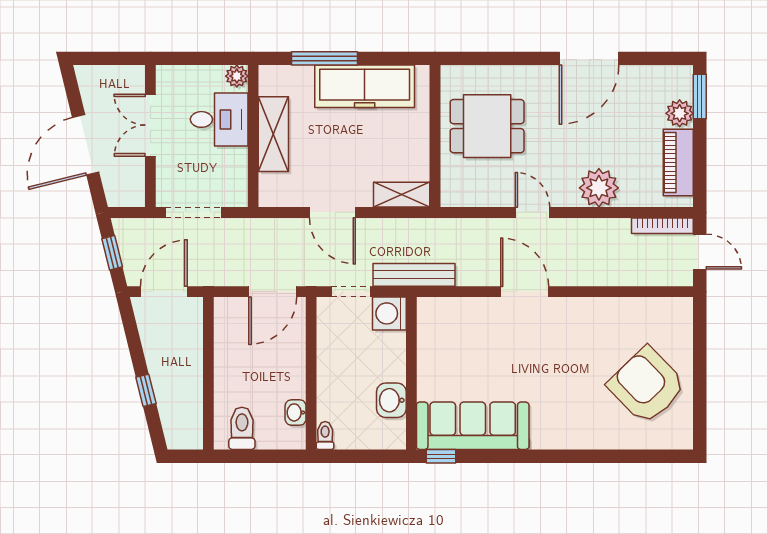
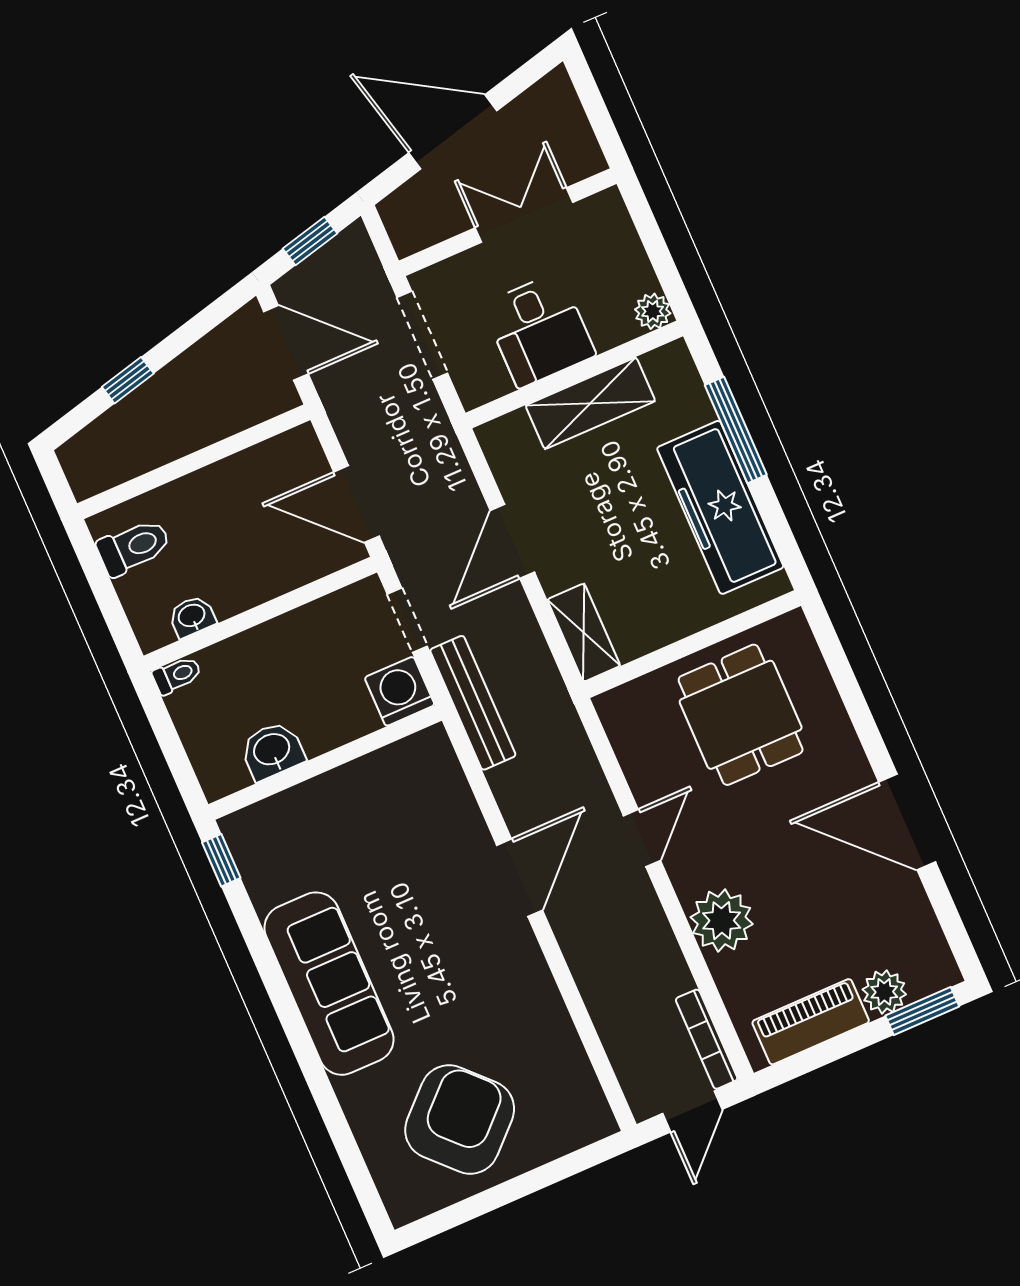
desk: (219, 119) -> (539, 330), moved
sofa: (473, 426) -> (329, 984), moved

